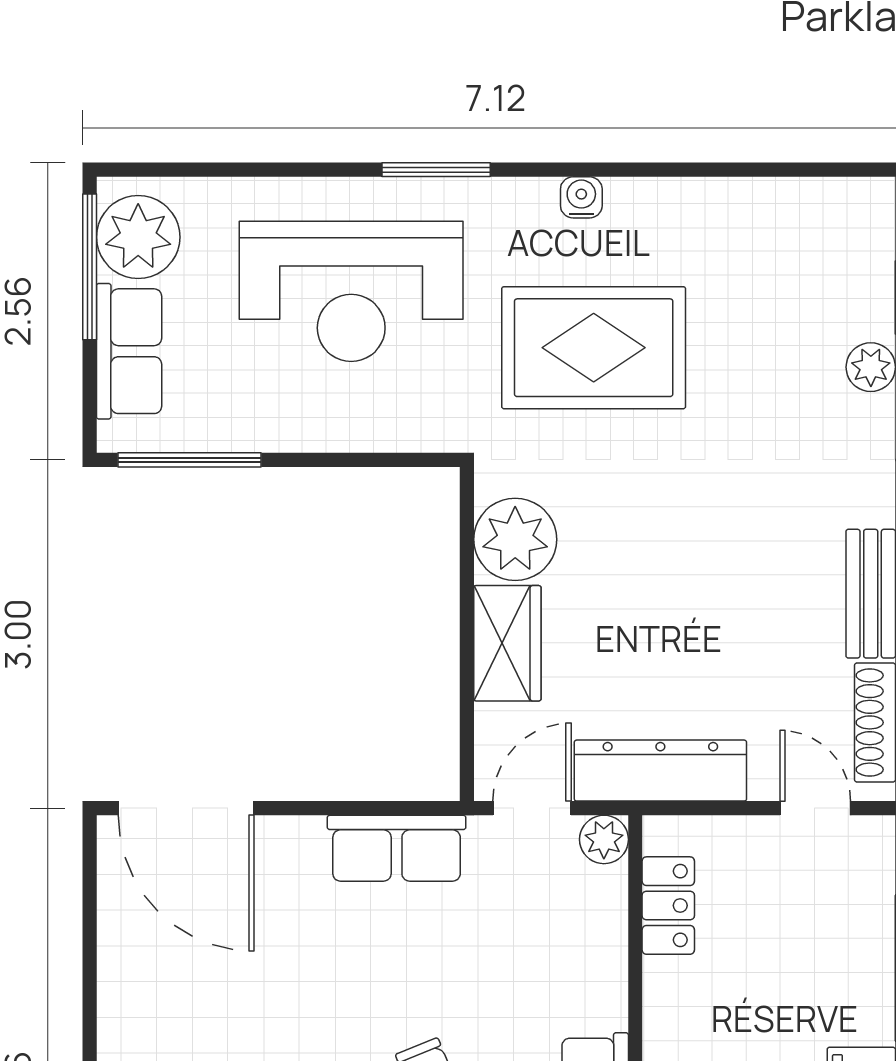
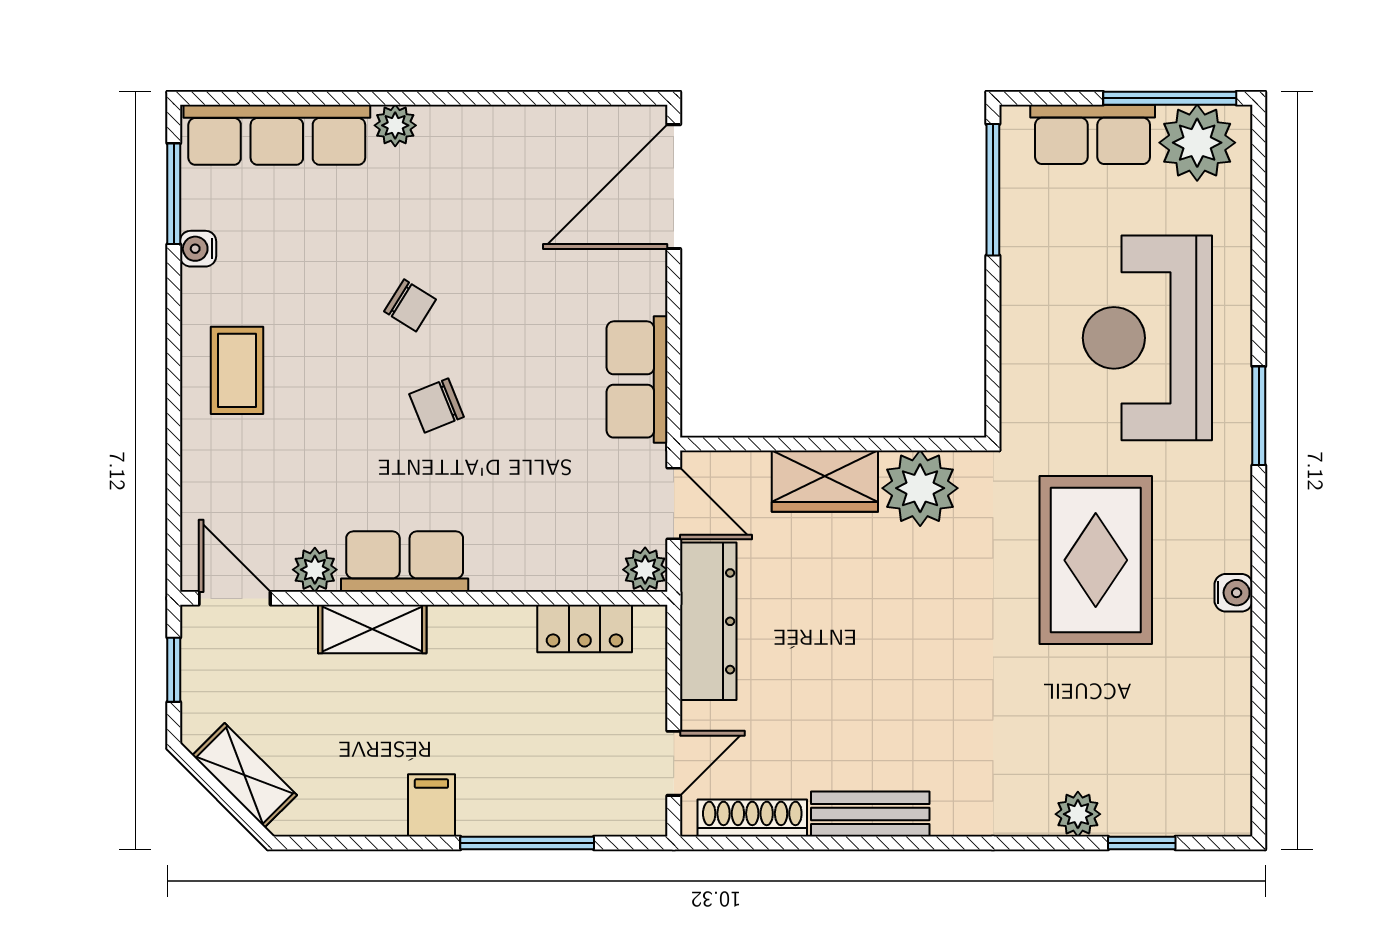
water cooler: (581, 197) -> (1234, 593), moved

